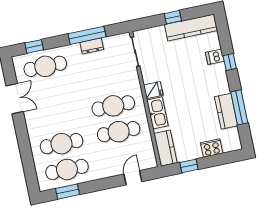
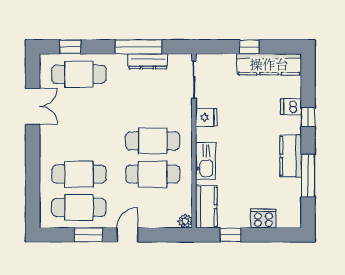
dresser: (92, 46) -> (148, 61), width x1.44
fridge: (153, 90) -> (206, 117), moved
kitchen counter: (226, 111) -> (291, 156), moved
plant: (152, 163) -> (185, 221), added
door: (133, 178) -> (127, 235), moved
window: (67, 192) -> (88, 235), moved

